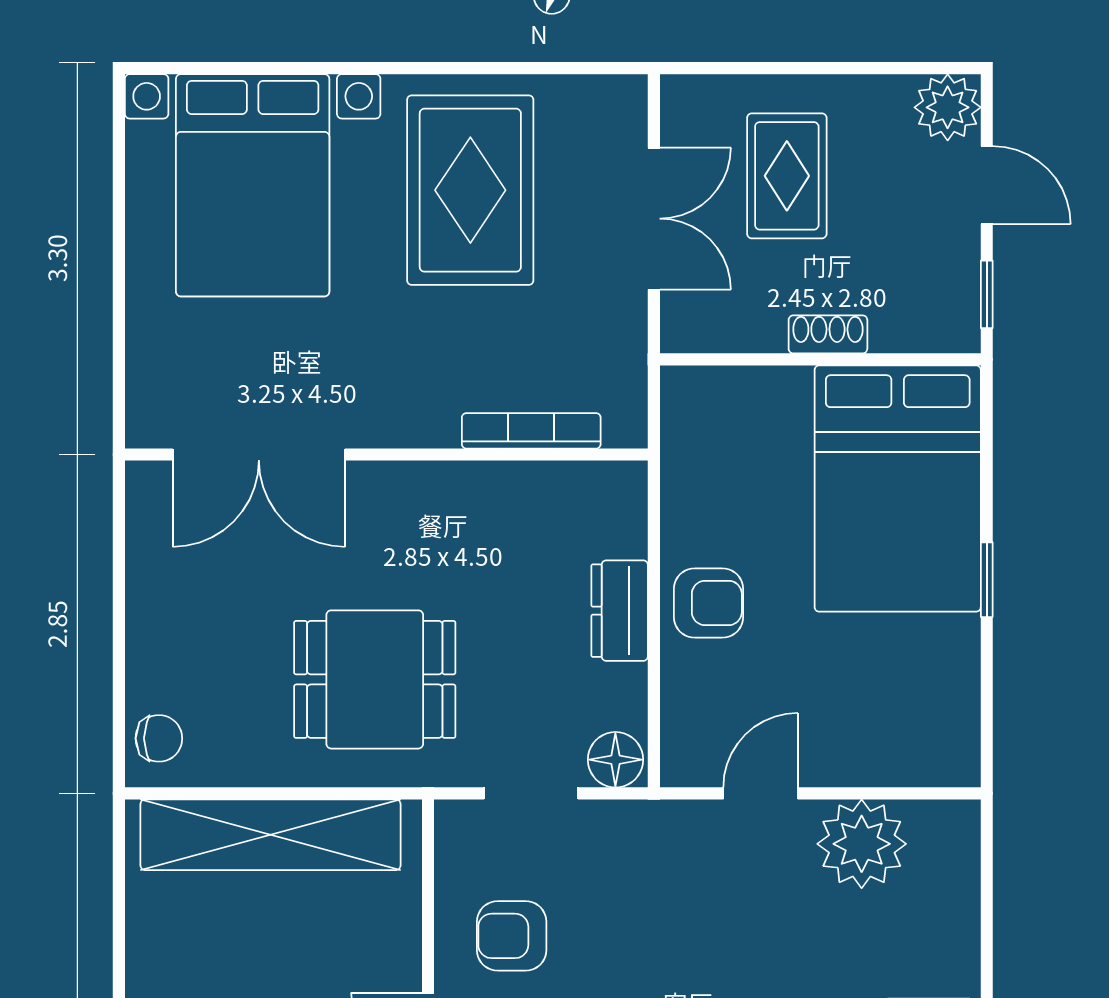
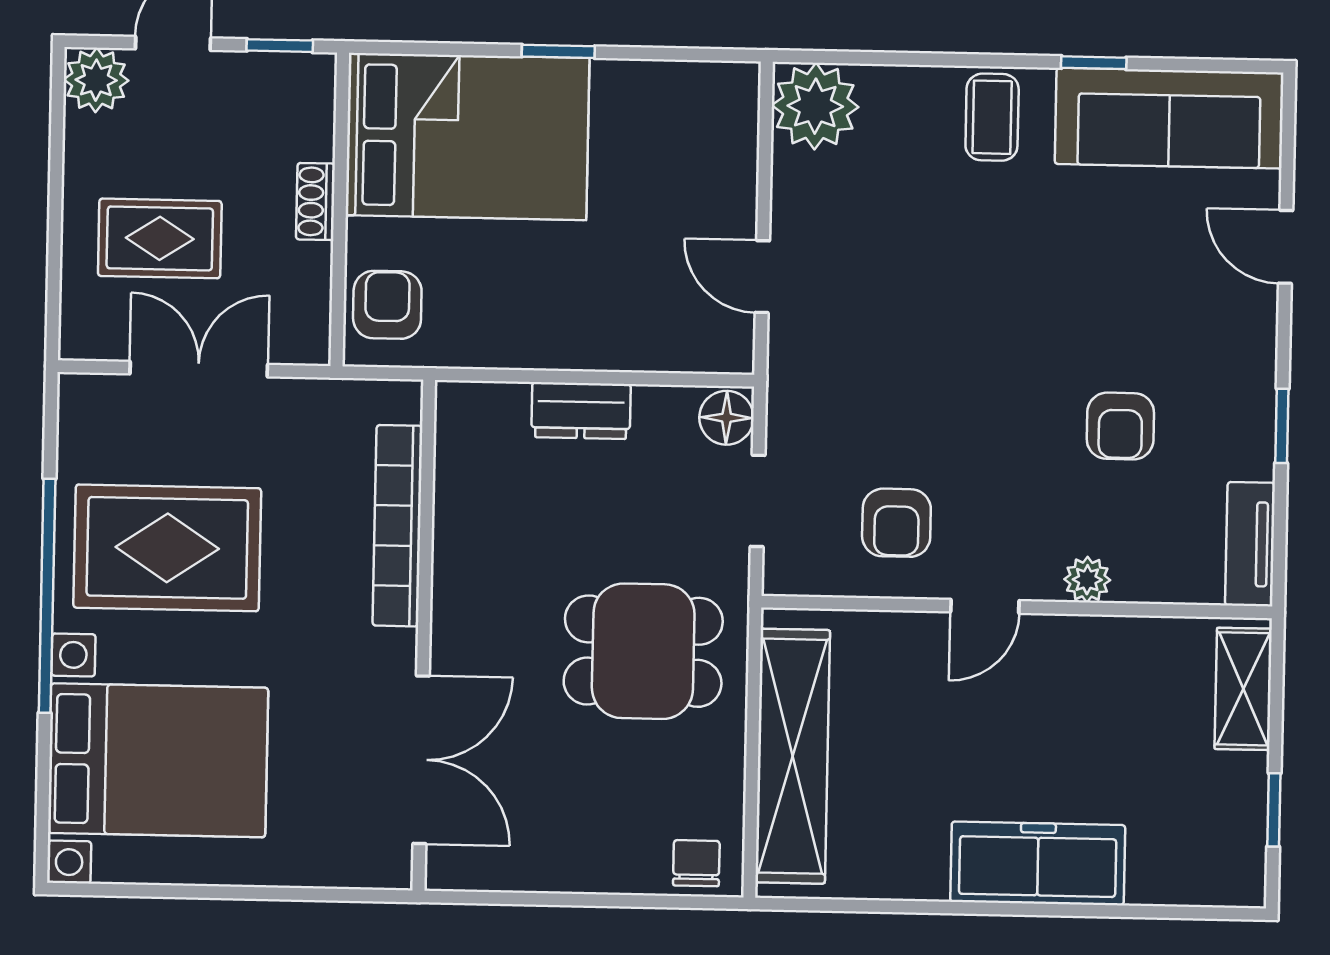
window: (419, 68) -> (47, 596), added
bookcase: (531, 431) -> (397, 526), width x1.48, depth x1.31
armchair: (708, 603) -> (387, 305), moved
dining table: (375, 679) -> (643, 651), turned 90
plant: (862, 844) -> (815, 106), moved

